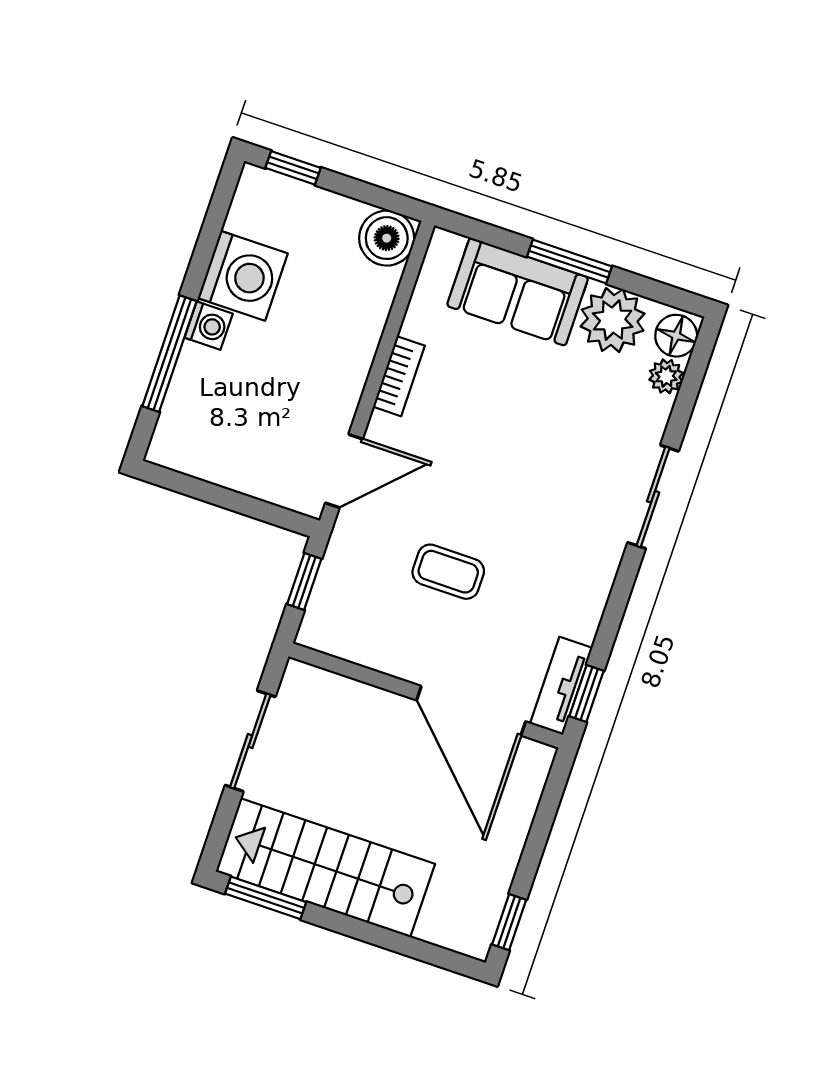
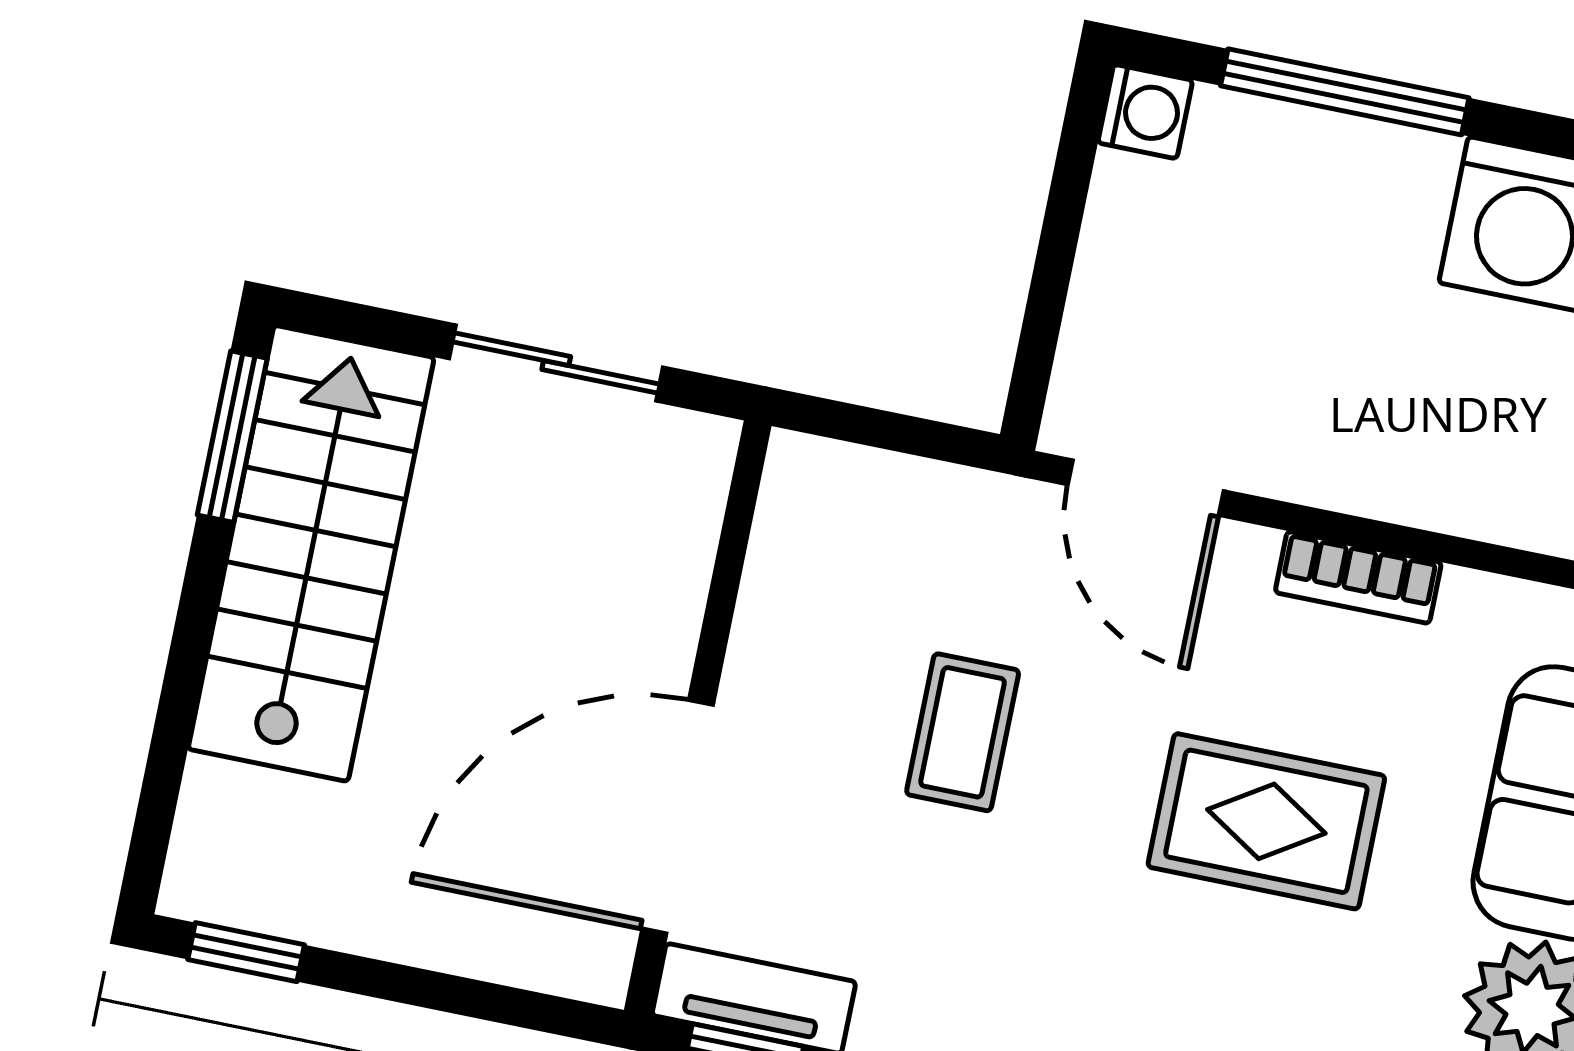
washing machine: (209, 326) -> (1145, 112), moved, turned -90
rug: (508, 434) -> (1266, 821), added
window: (304, 581) -> (904, 434), removed

